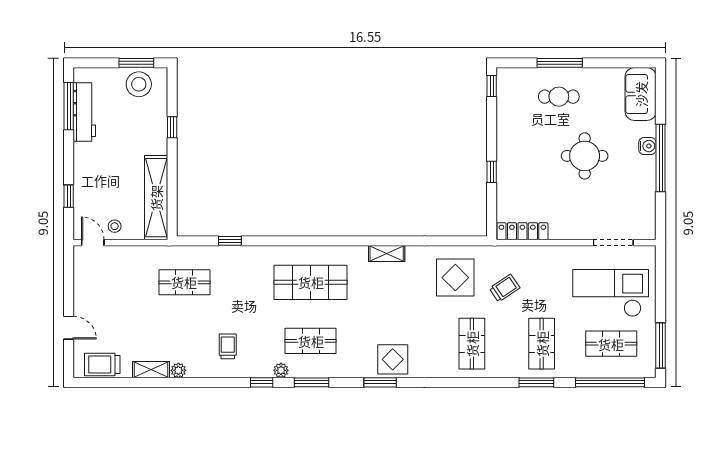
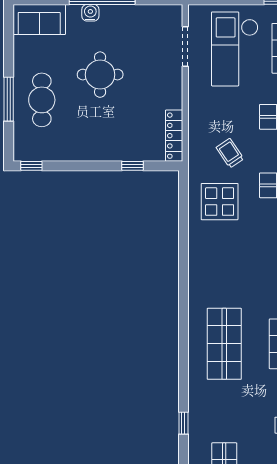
cafe table: (559, 97) -> (42, 100), width x1.37, depth x1.35
window: (492, 172) -> (132, 166), moved
shelving: (387, 253) -> (196, 269), removed

